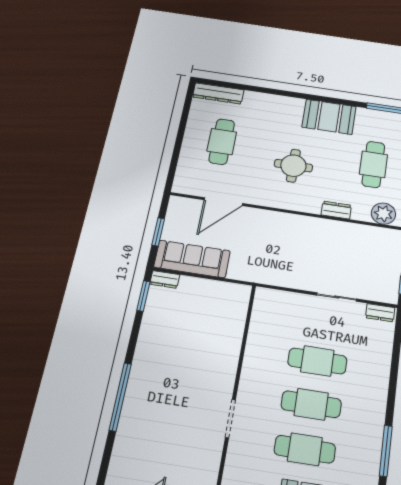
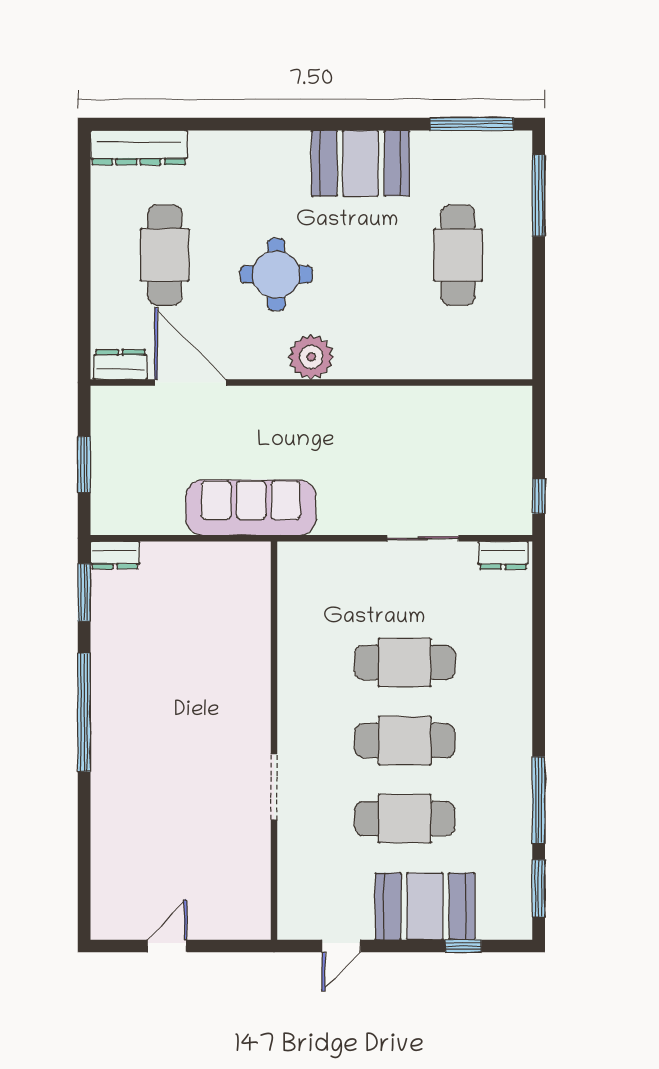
round table: (293, 166) -> (276, 274), moved
door: (223, 202) -> (191, 383), swing flipped
dresser: (336, 210) -> (120, 364), moved
plant: (383, 214) -> (311, 357), moved
sofa: (192, 259) -> (251, 507), moved
window: (120, 397) -> (84, 712), moved

